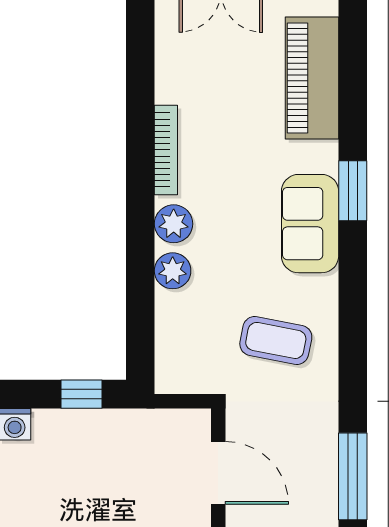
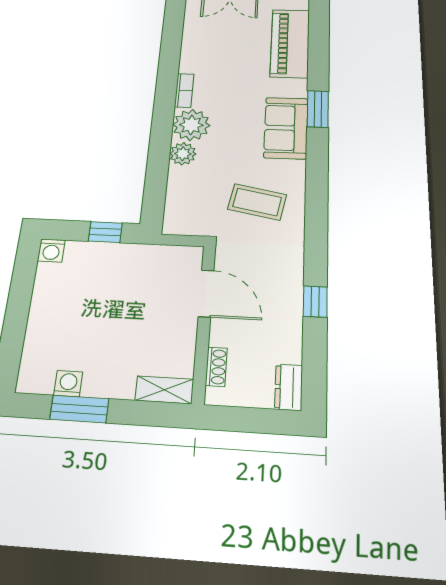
bookcase: (166, 150) -> (184, 90), width x0.64
plant: (174, 224) -> (191, 125), width x1.36, depth x1.36
window: (353, 476) -> (315, 302), width x0.46

